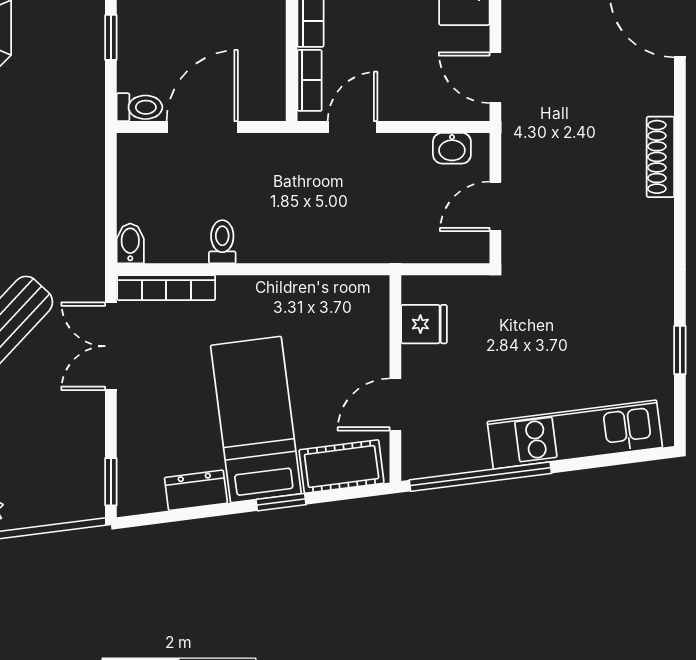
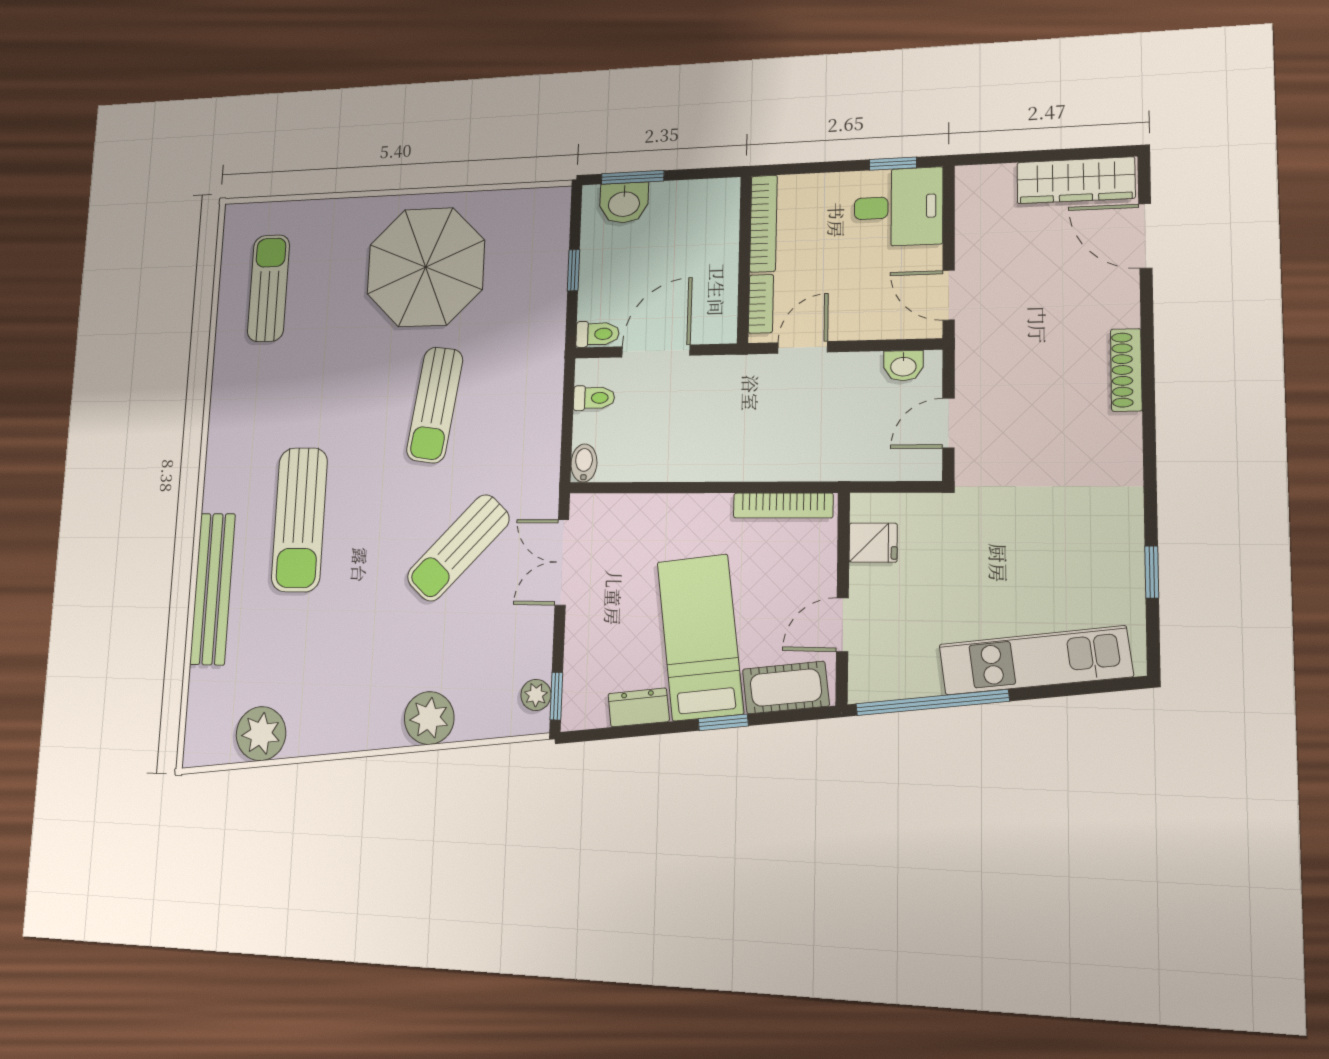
toilet: (222, 242) -> (594, 398), moved, turned 90
bookcase: (166, 288) -> (783, 506), moved
plant: (89, 481) -> (536, 695), added

